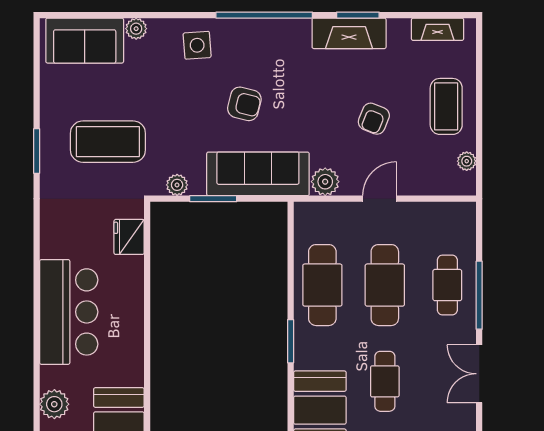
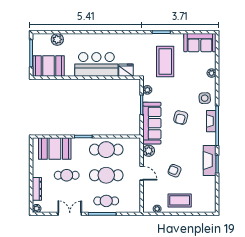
fireplace: (438, 29) -> (211, 121), moved
sofa: (85, 41) -> (200, 43), moved, turned -90
bar counter: (69, 312) -> (96, 64), moved, turned 180

